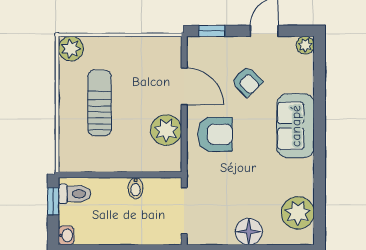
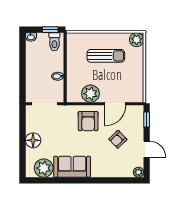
sofa: (296, 126) -> (72, 167), moved

